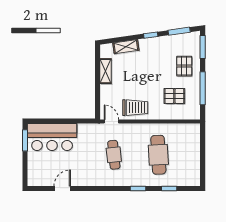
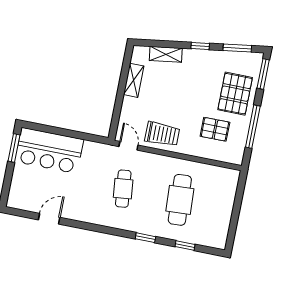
pallet: (184, 66) -> (235, 94), width x1.50, depth x1.42

